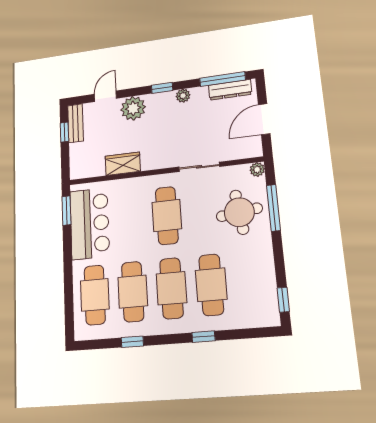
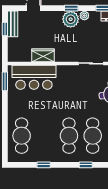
plant: (133, 108) -> (71, 19), moved
cafe table: (167, 215) -> (69, 92), removed
bar counter: (90, 223) -> (34, 77), moved, turned 90
cafe table: (133, 292) -> (45, 136), removed

